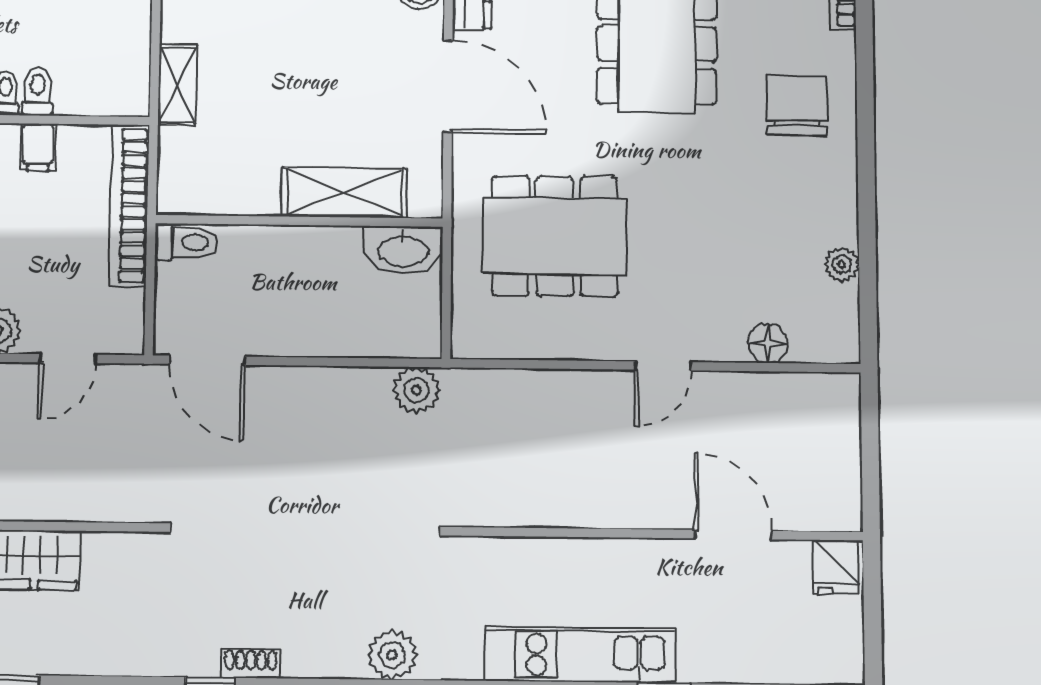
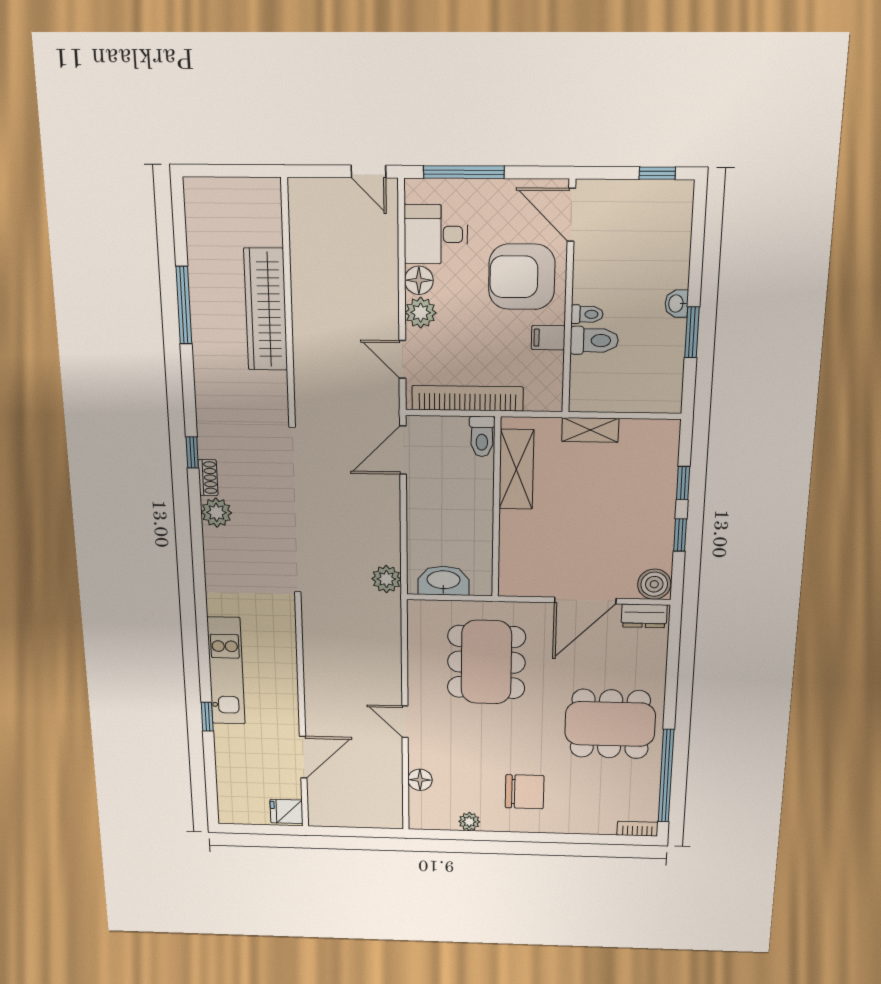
toilet: (38, 91) -> (594, 340), width x1.37, depth x1.39
chair: (797, 105) -> (525, 792), moved
shelving: (344, 193) -> (516, 469), moved
bookcase: (129, 205) -> (468, 398), moved
washbasin: (403, 250) -> (443, 581), moved, turned 90
plant: (392, 655) -> (216, 512), moved

